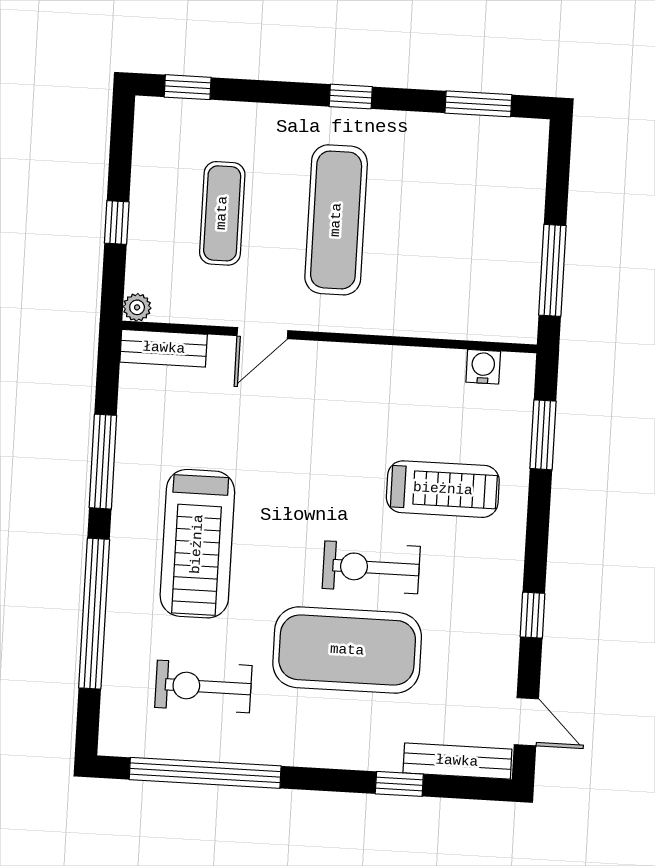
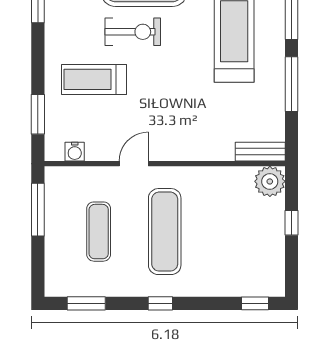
exercise mat: (222, 213) -> (99, 232), moved
plant: (137, 307) -> (270, 181), width x1.88, depth x1.88
door: (262, 333) -> (134, 164), moved

